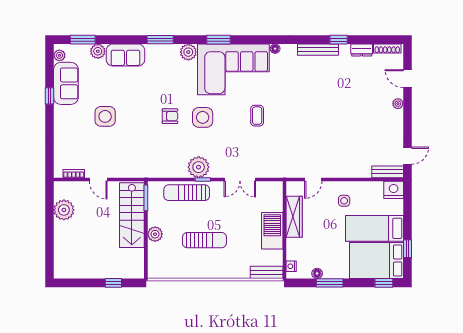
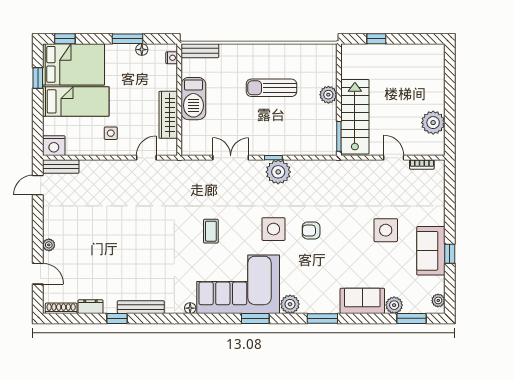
sofa: (66, 83) -> (431, 251), moved
sun lounger: (187, 193) -> (292, 142), removed

